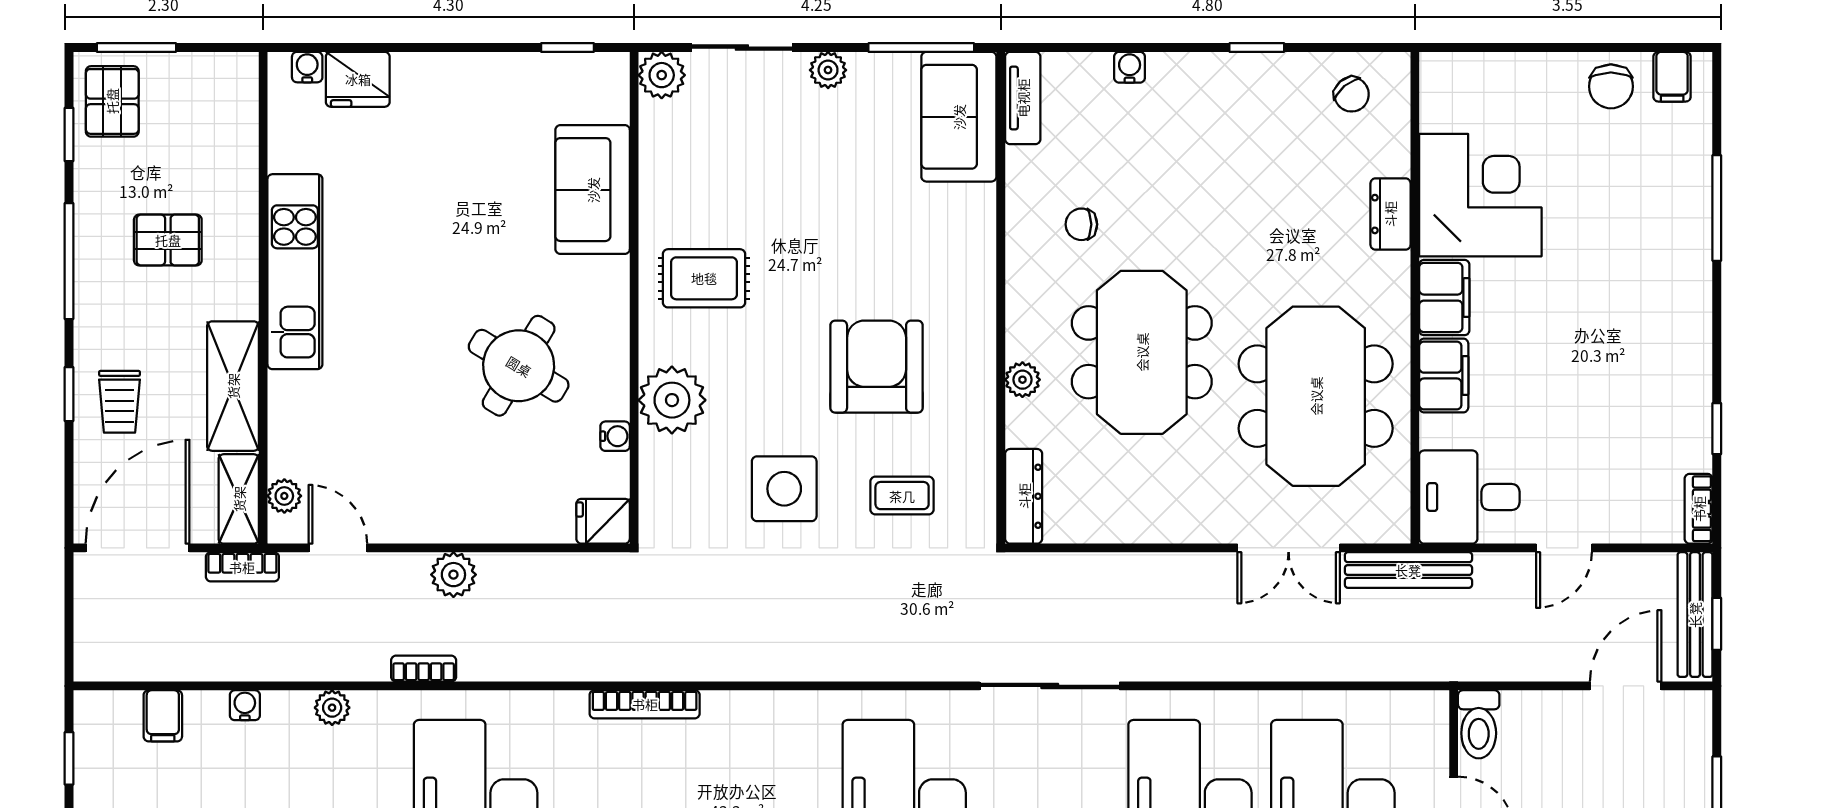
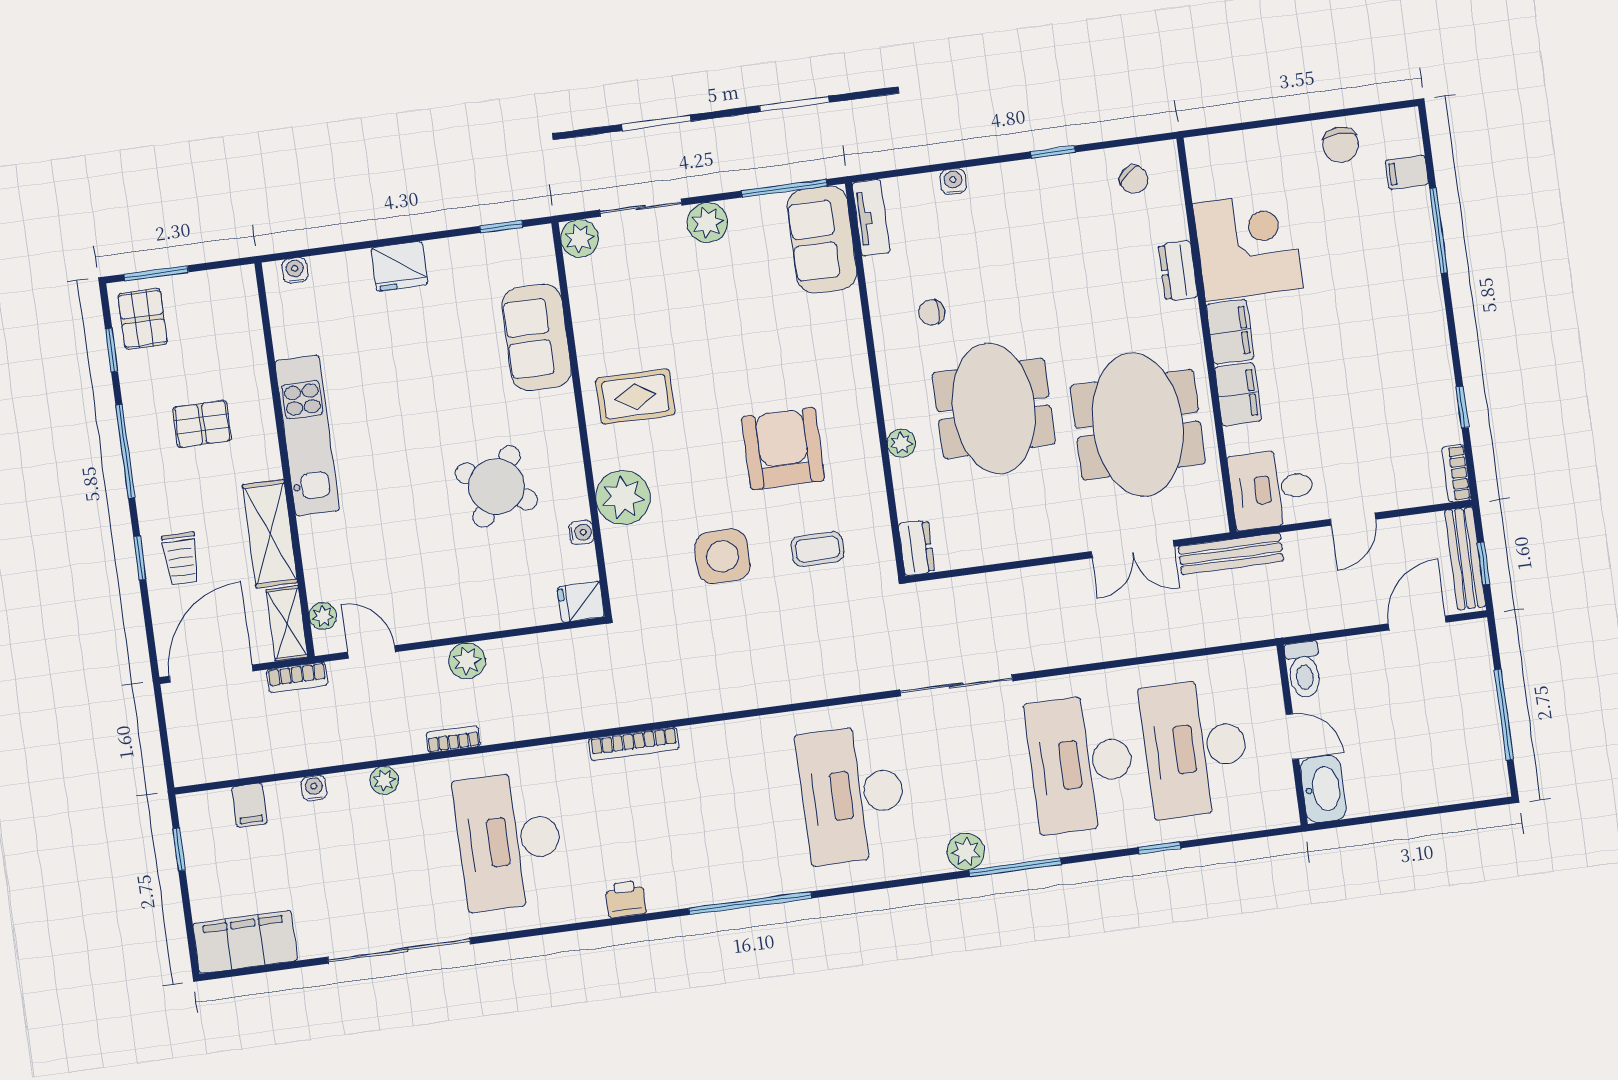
plant: (828, 70) -> (707, 223), width x1.38, depth x1.38
filing cabinet: (1672, 77) -> (1407, 172), moved, turned 90
fridge: (358, 79) -> (399, 266), moved
dresser: (1024, 496) -> (916, 548), width x0.70

